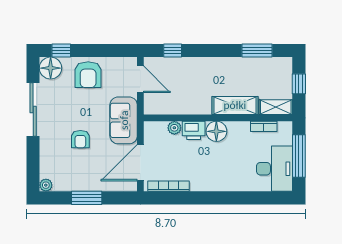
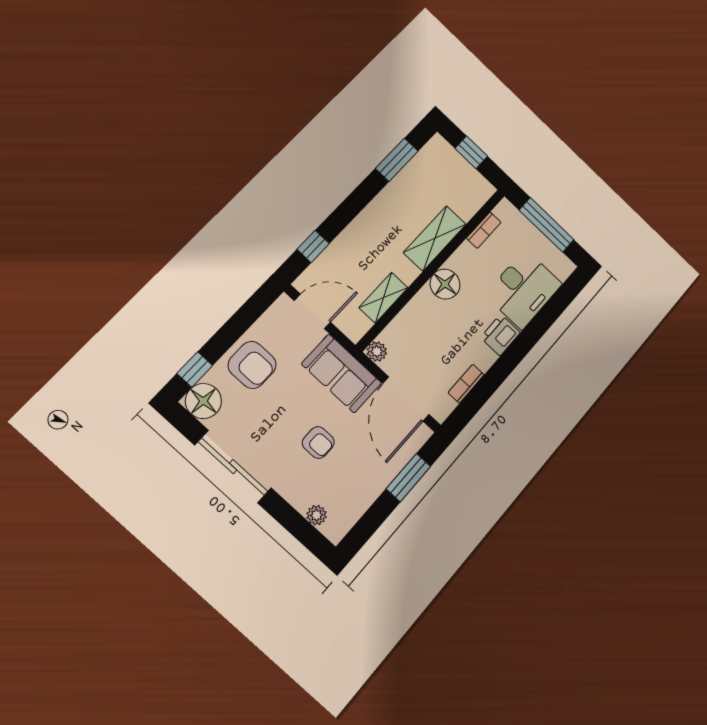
shelving: (276, 107) -> (383, 298), moved
plant: (174, 128) -> (377, 351), moved
printer: (194, 130) -> (500, 335), moved, turned 180
desk: (275, 169) -> (524, 289), moved, turned 90
plant: (46, 185) -> (317, 515), moved
bookcase: (169, 186) -> (466, 384), width x0.64
window: (87, 198) -> (408, 478), moved

